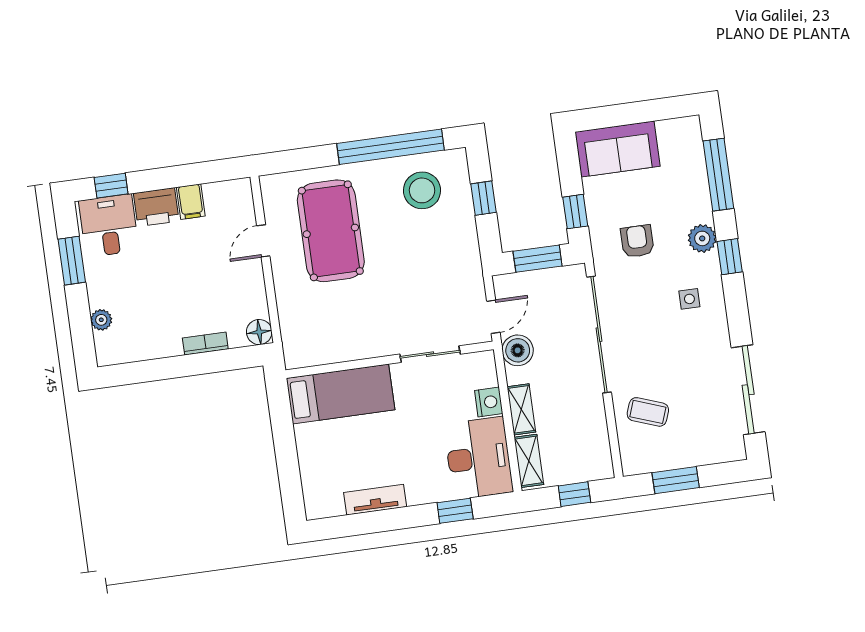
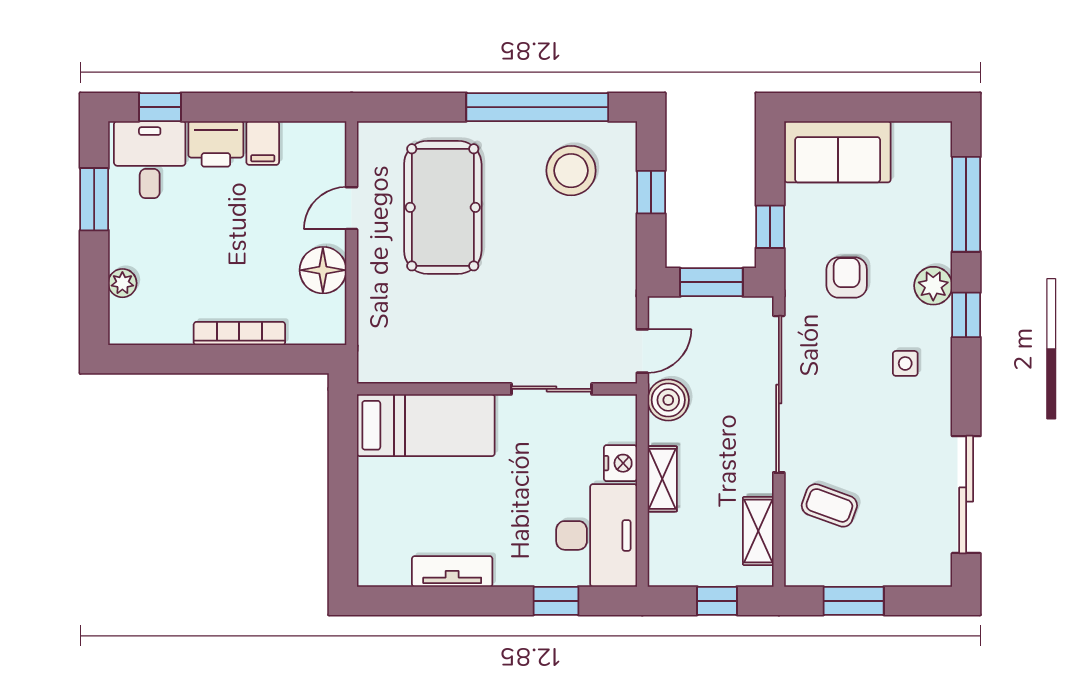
floor lamp: (259, 332) -> (323, 270), moved, width x1.38, depth x1.38
bookcase: (205, 343) -> (239, 333), width x1.56
shelving: (529, 461) -> (758, 531), moved

